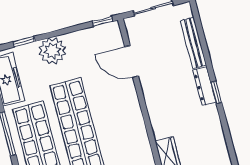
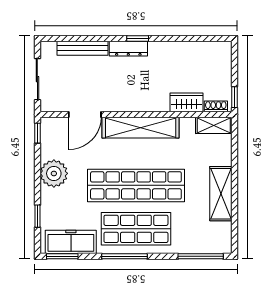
plant: (52, 51) -> (54, 173), moved
shelving: (133, 117) -> (141, 128), added

